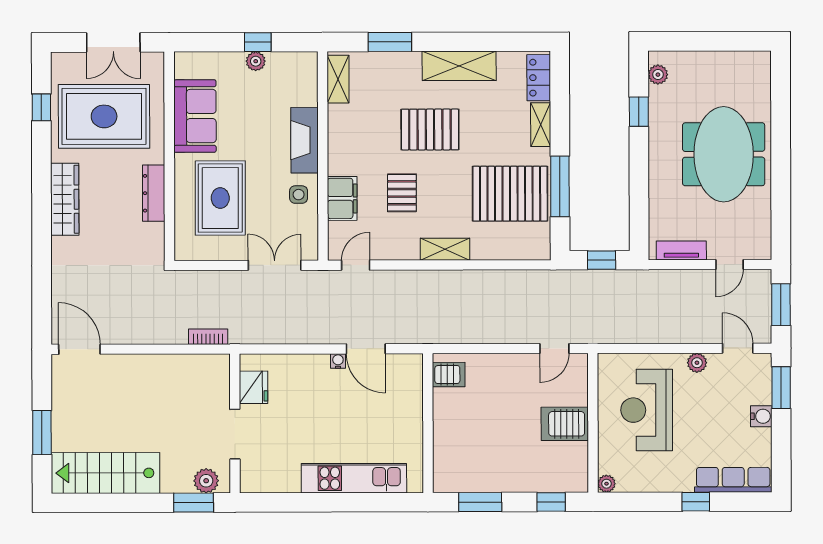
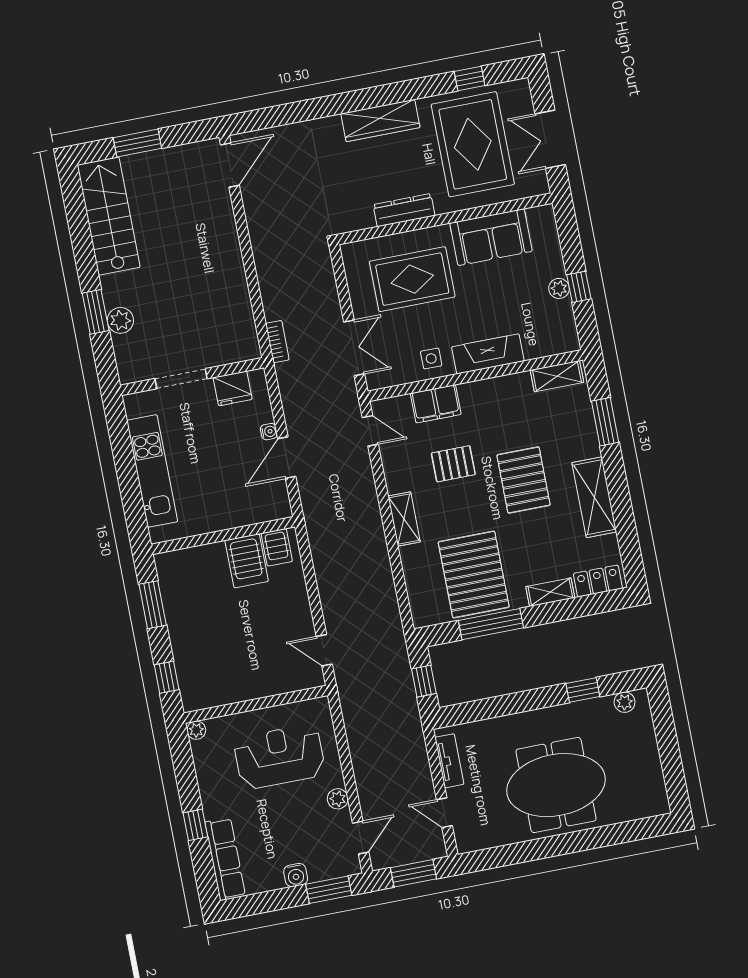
bookcase: (208, 337) -> (277, 342), moved
fridge: (254, 387) -> (233, 388), moved
wall: (235, 423) -> (192, 376), moved
server rack: (565, 424) -> (247, 561), moved, turned 180
doorway: (235, 434) -> (181, 379), moved

